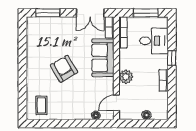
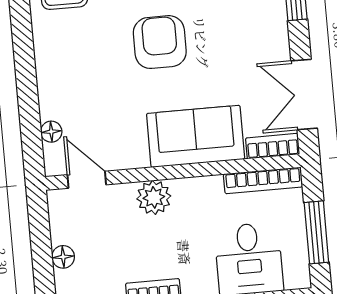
armchair: (64, 69) -> (160, 42), turned -60

